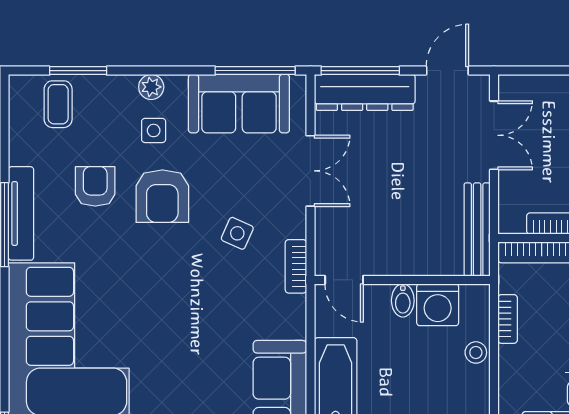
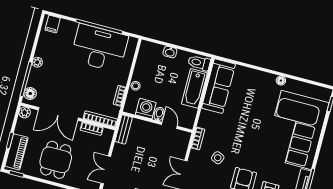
bench: (477, 229) -> (124, 129), width x0.73
door: (344, 280) -> (169, 125), moved

